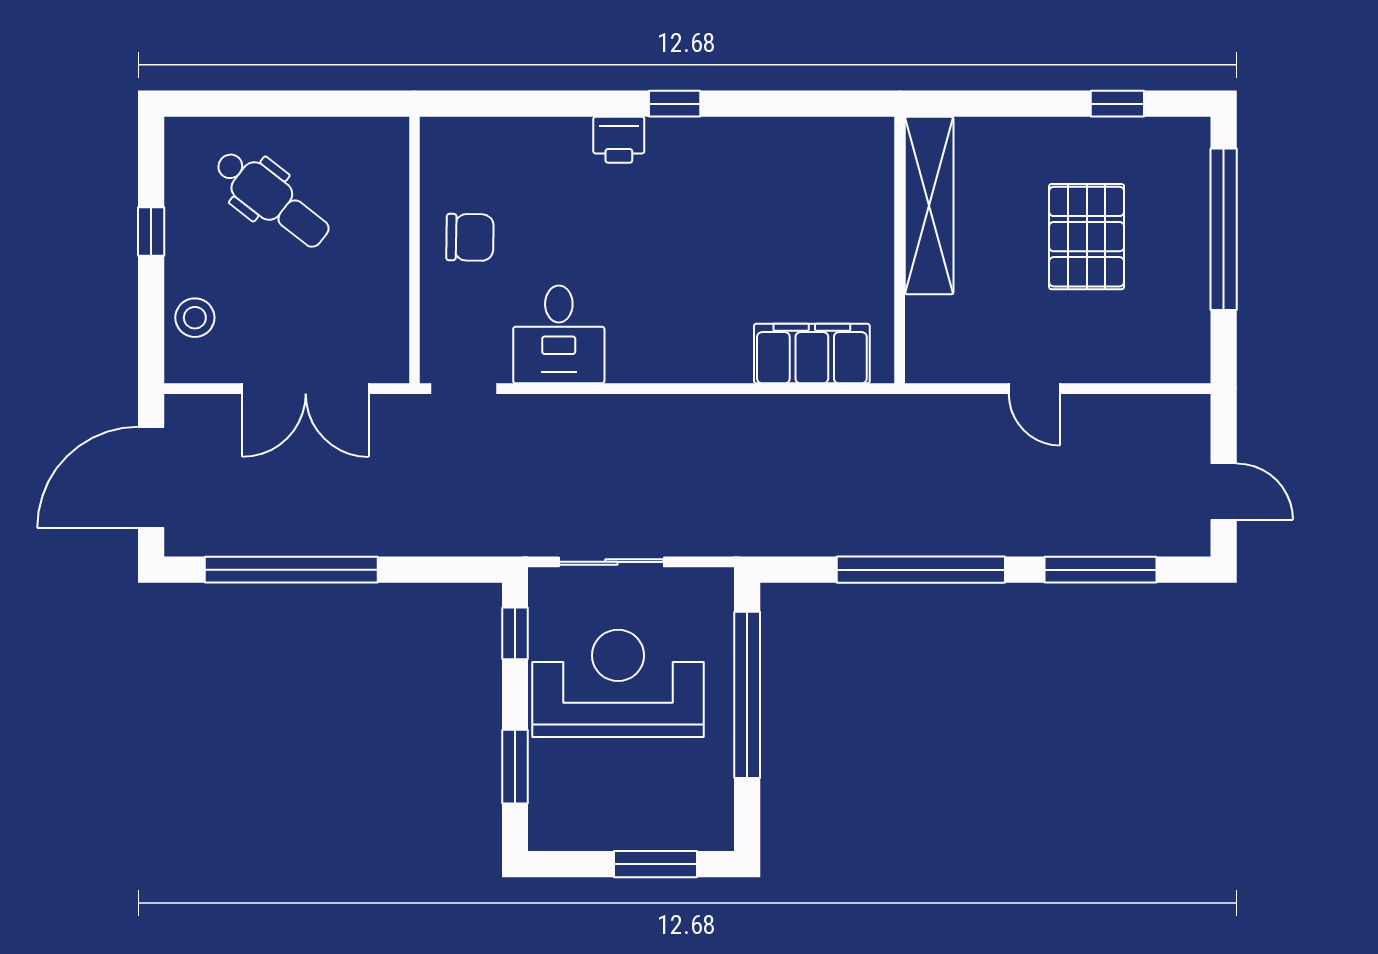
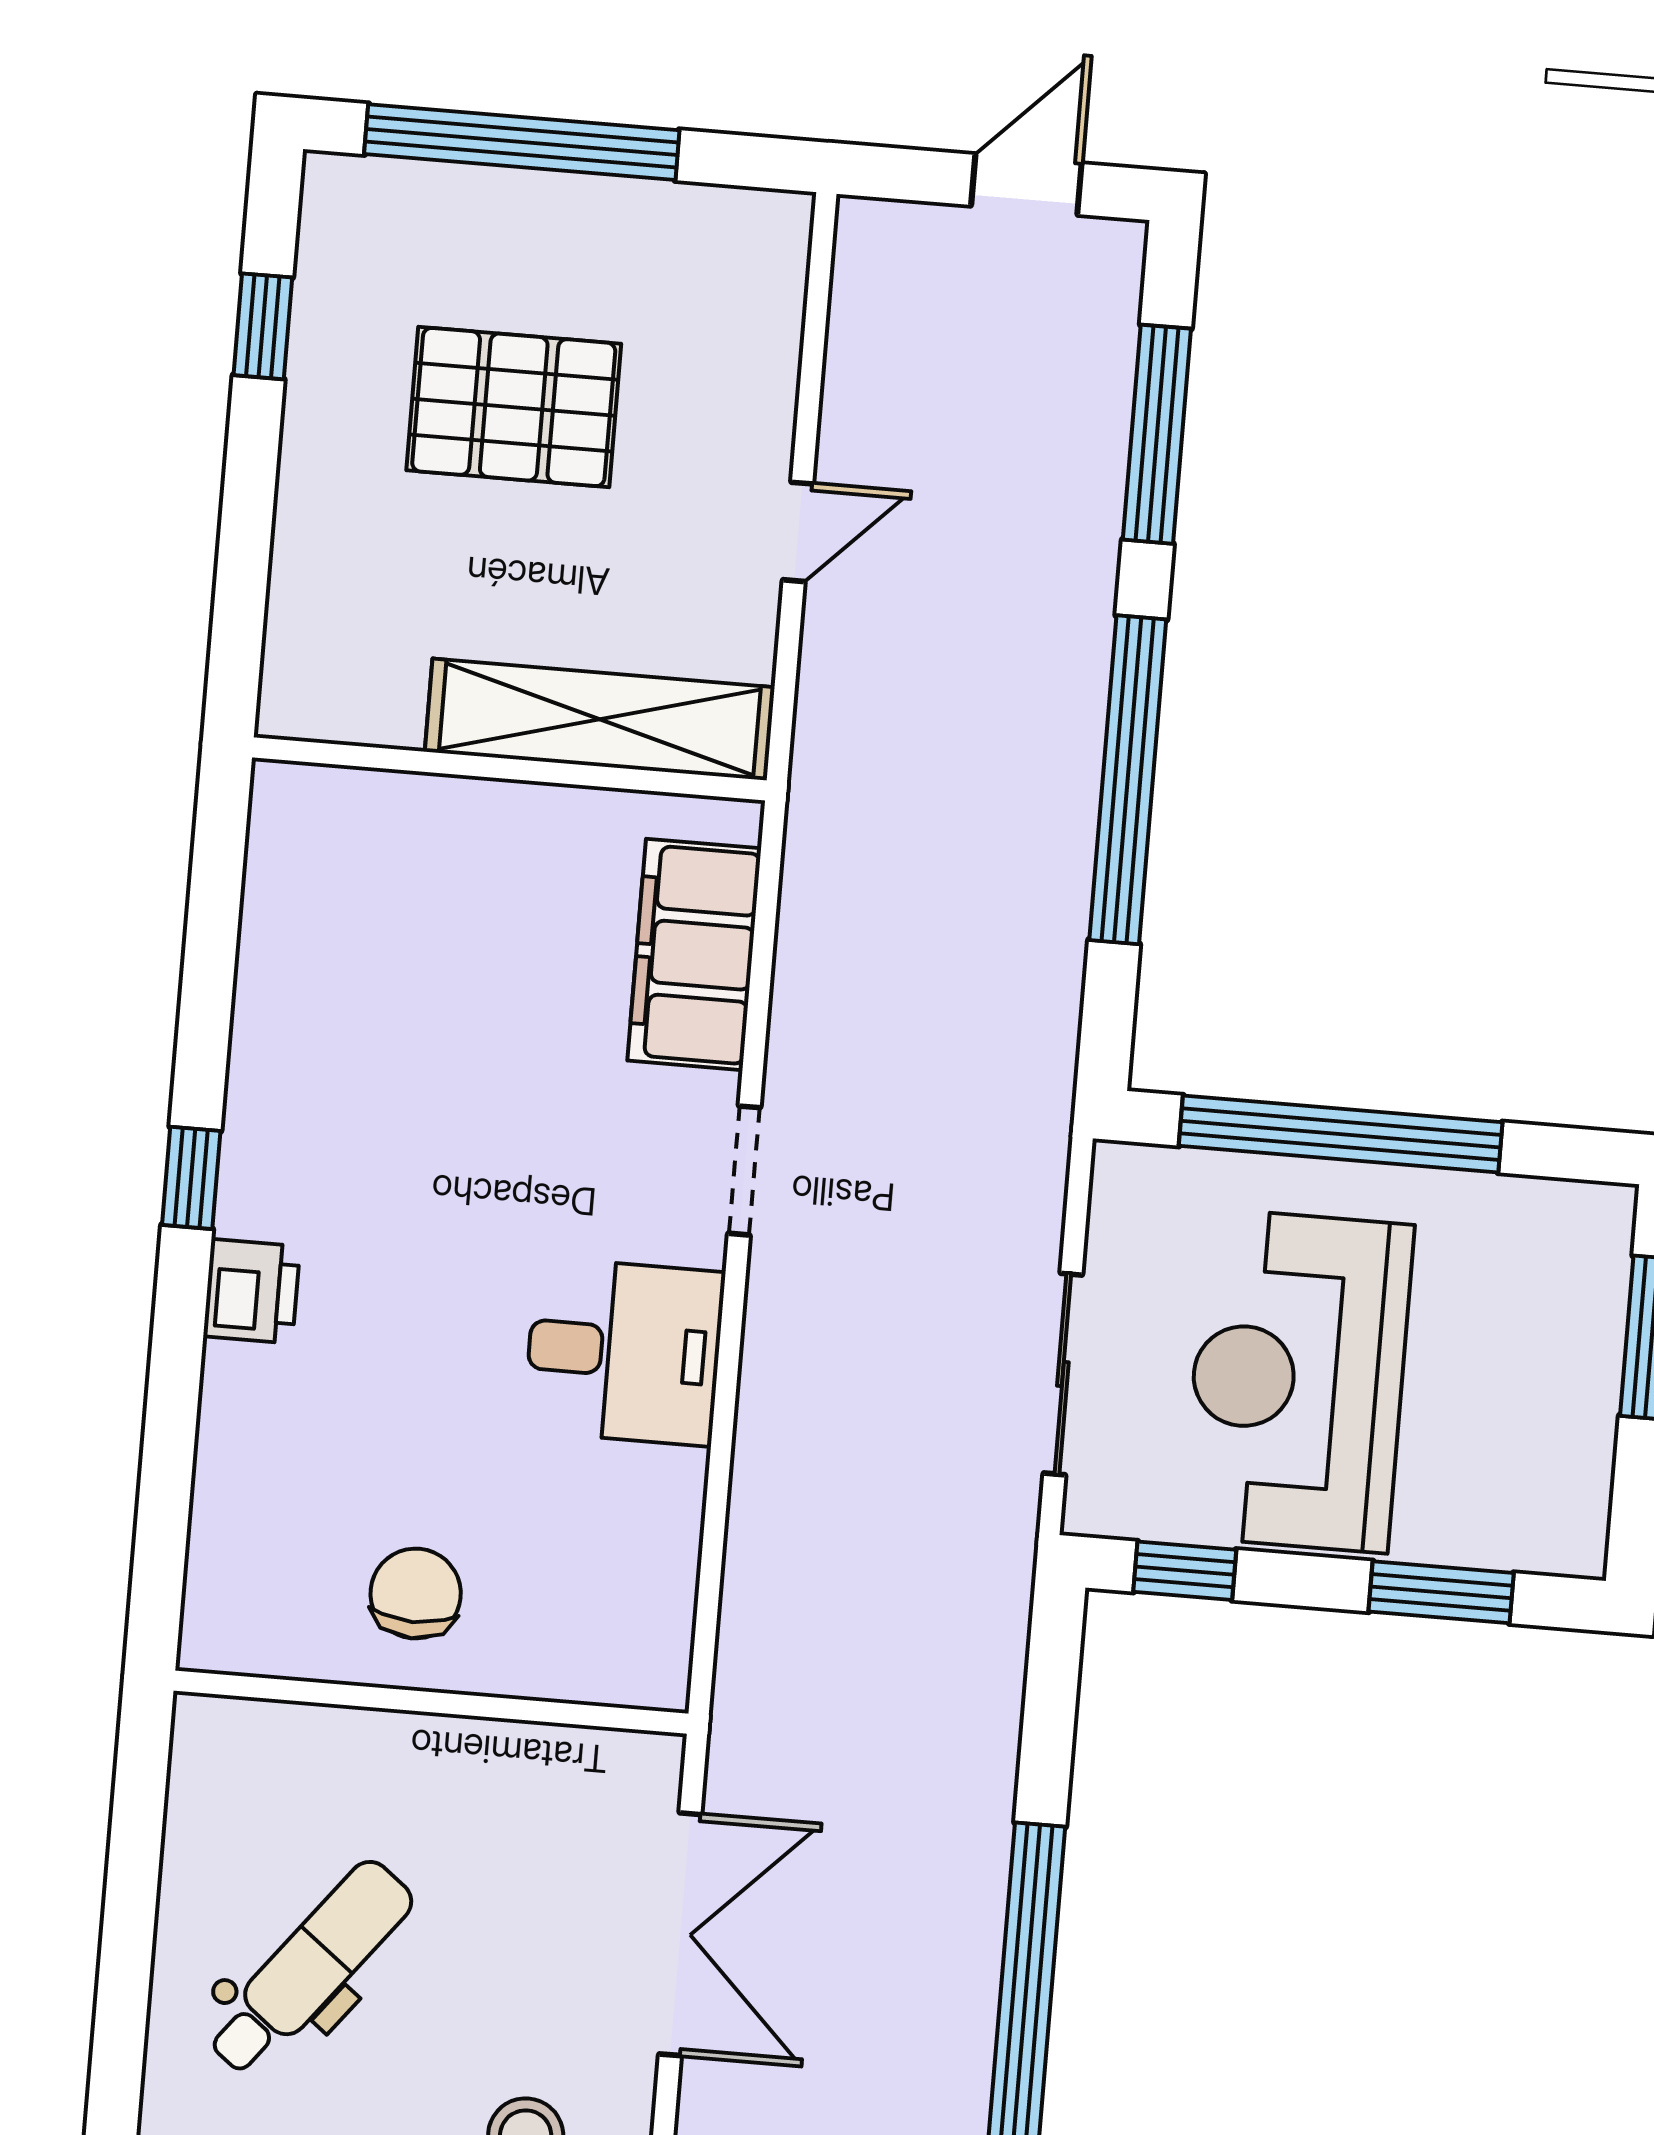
shelving: (929, 206) -> (600, 719), moved
desk: (559, 334) -> (624, 1352), moved
doorway: (464, 389) -> (744, 1170), moved

